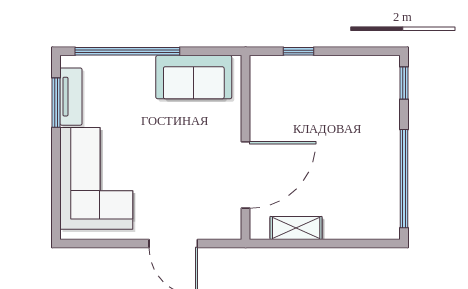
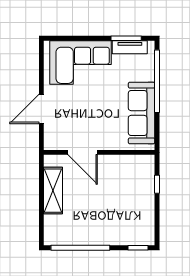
sofa: (194, 77) -> (142, 113), width x1.36
door: (246, 175) -> (83, 152), width x0.73
shelving: (296, 228) -> (53, 191), width x1.50, depth x1.33

